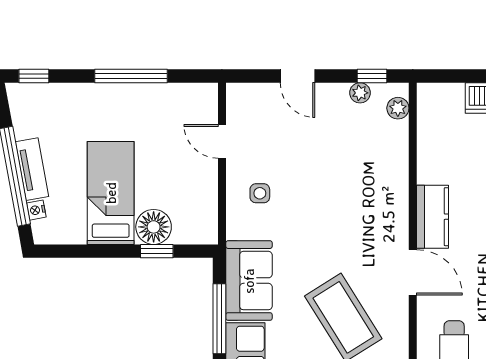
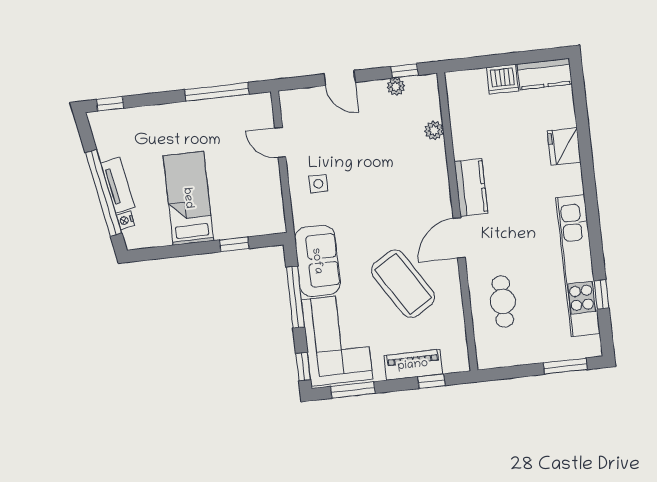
window: (131, 76) -> (217, 92), moved
plant: (398, 108) -> (434, 130), moved
floor lamp: (154, 227) -> (229, 224), removed
door: (413, 272) -> (459, 238), swing flipped

